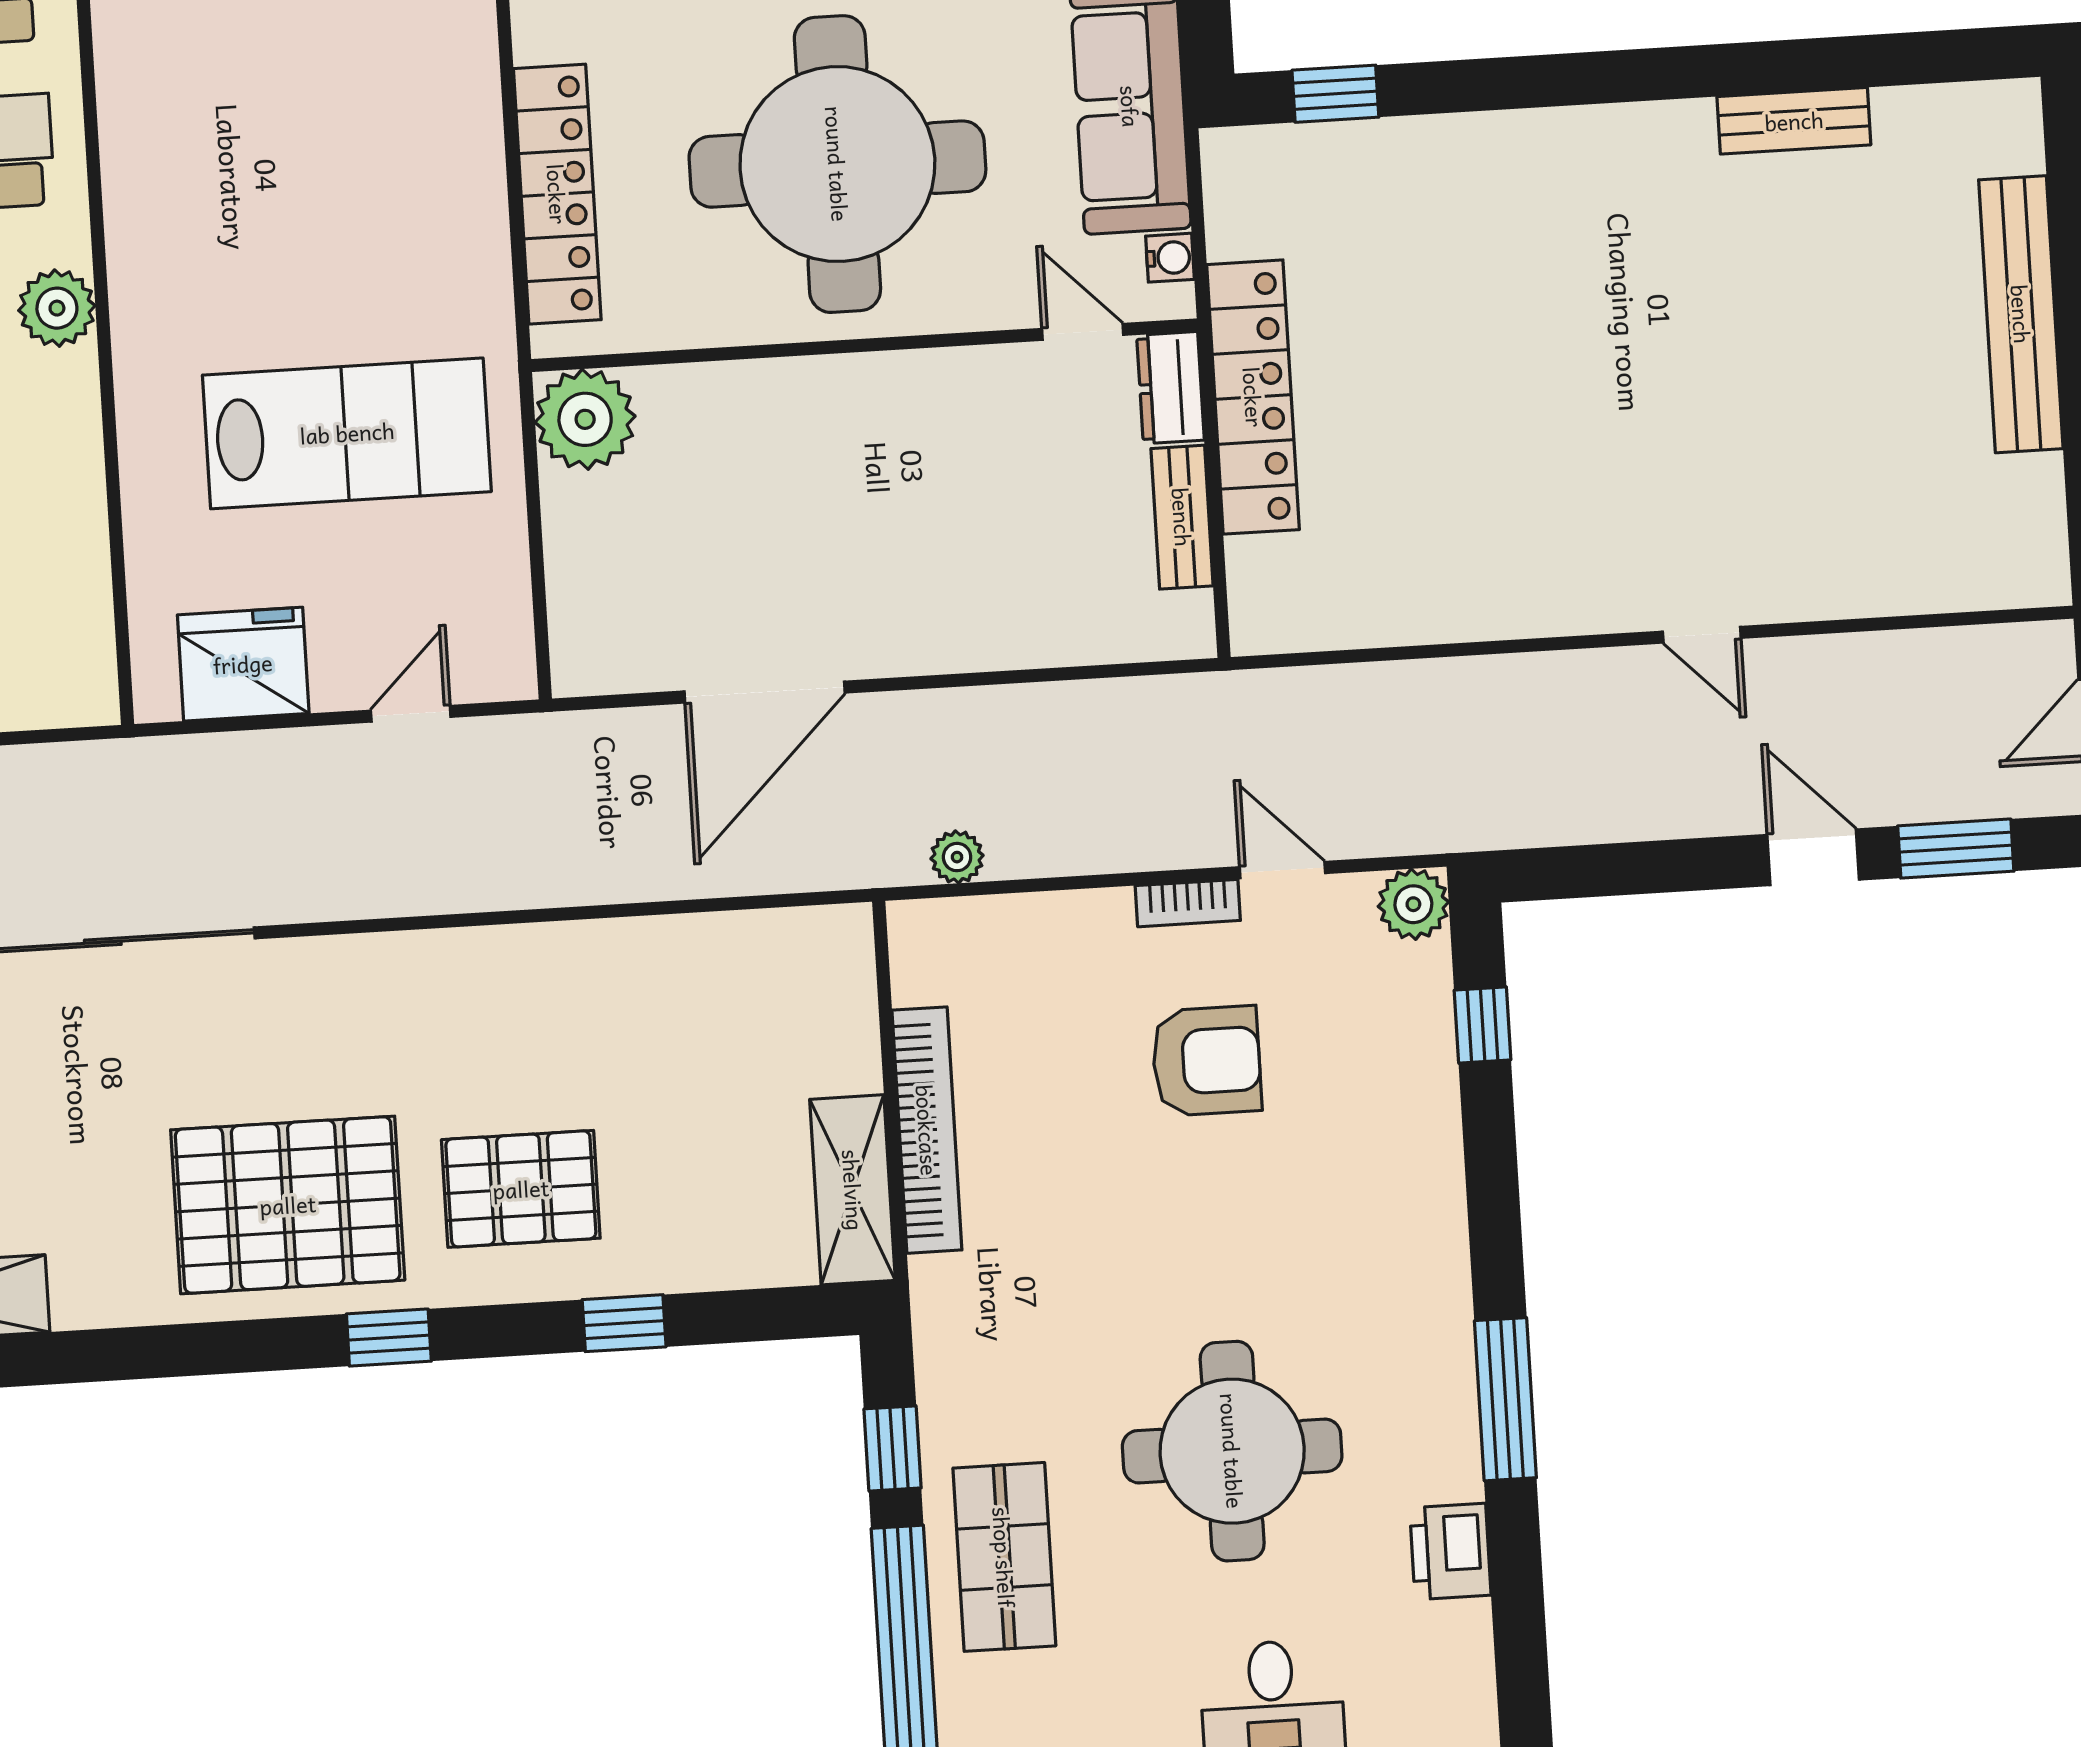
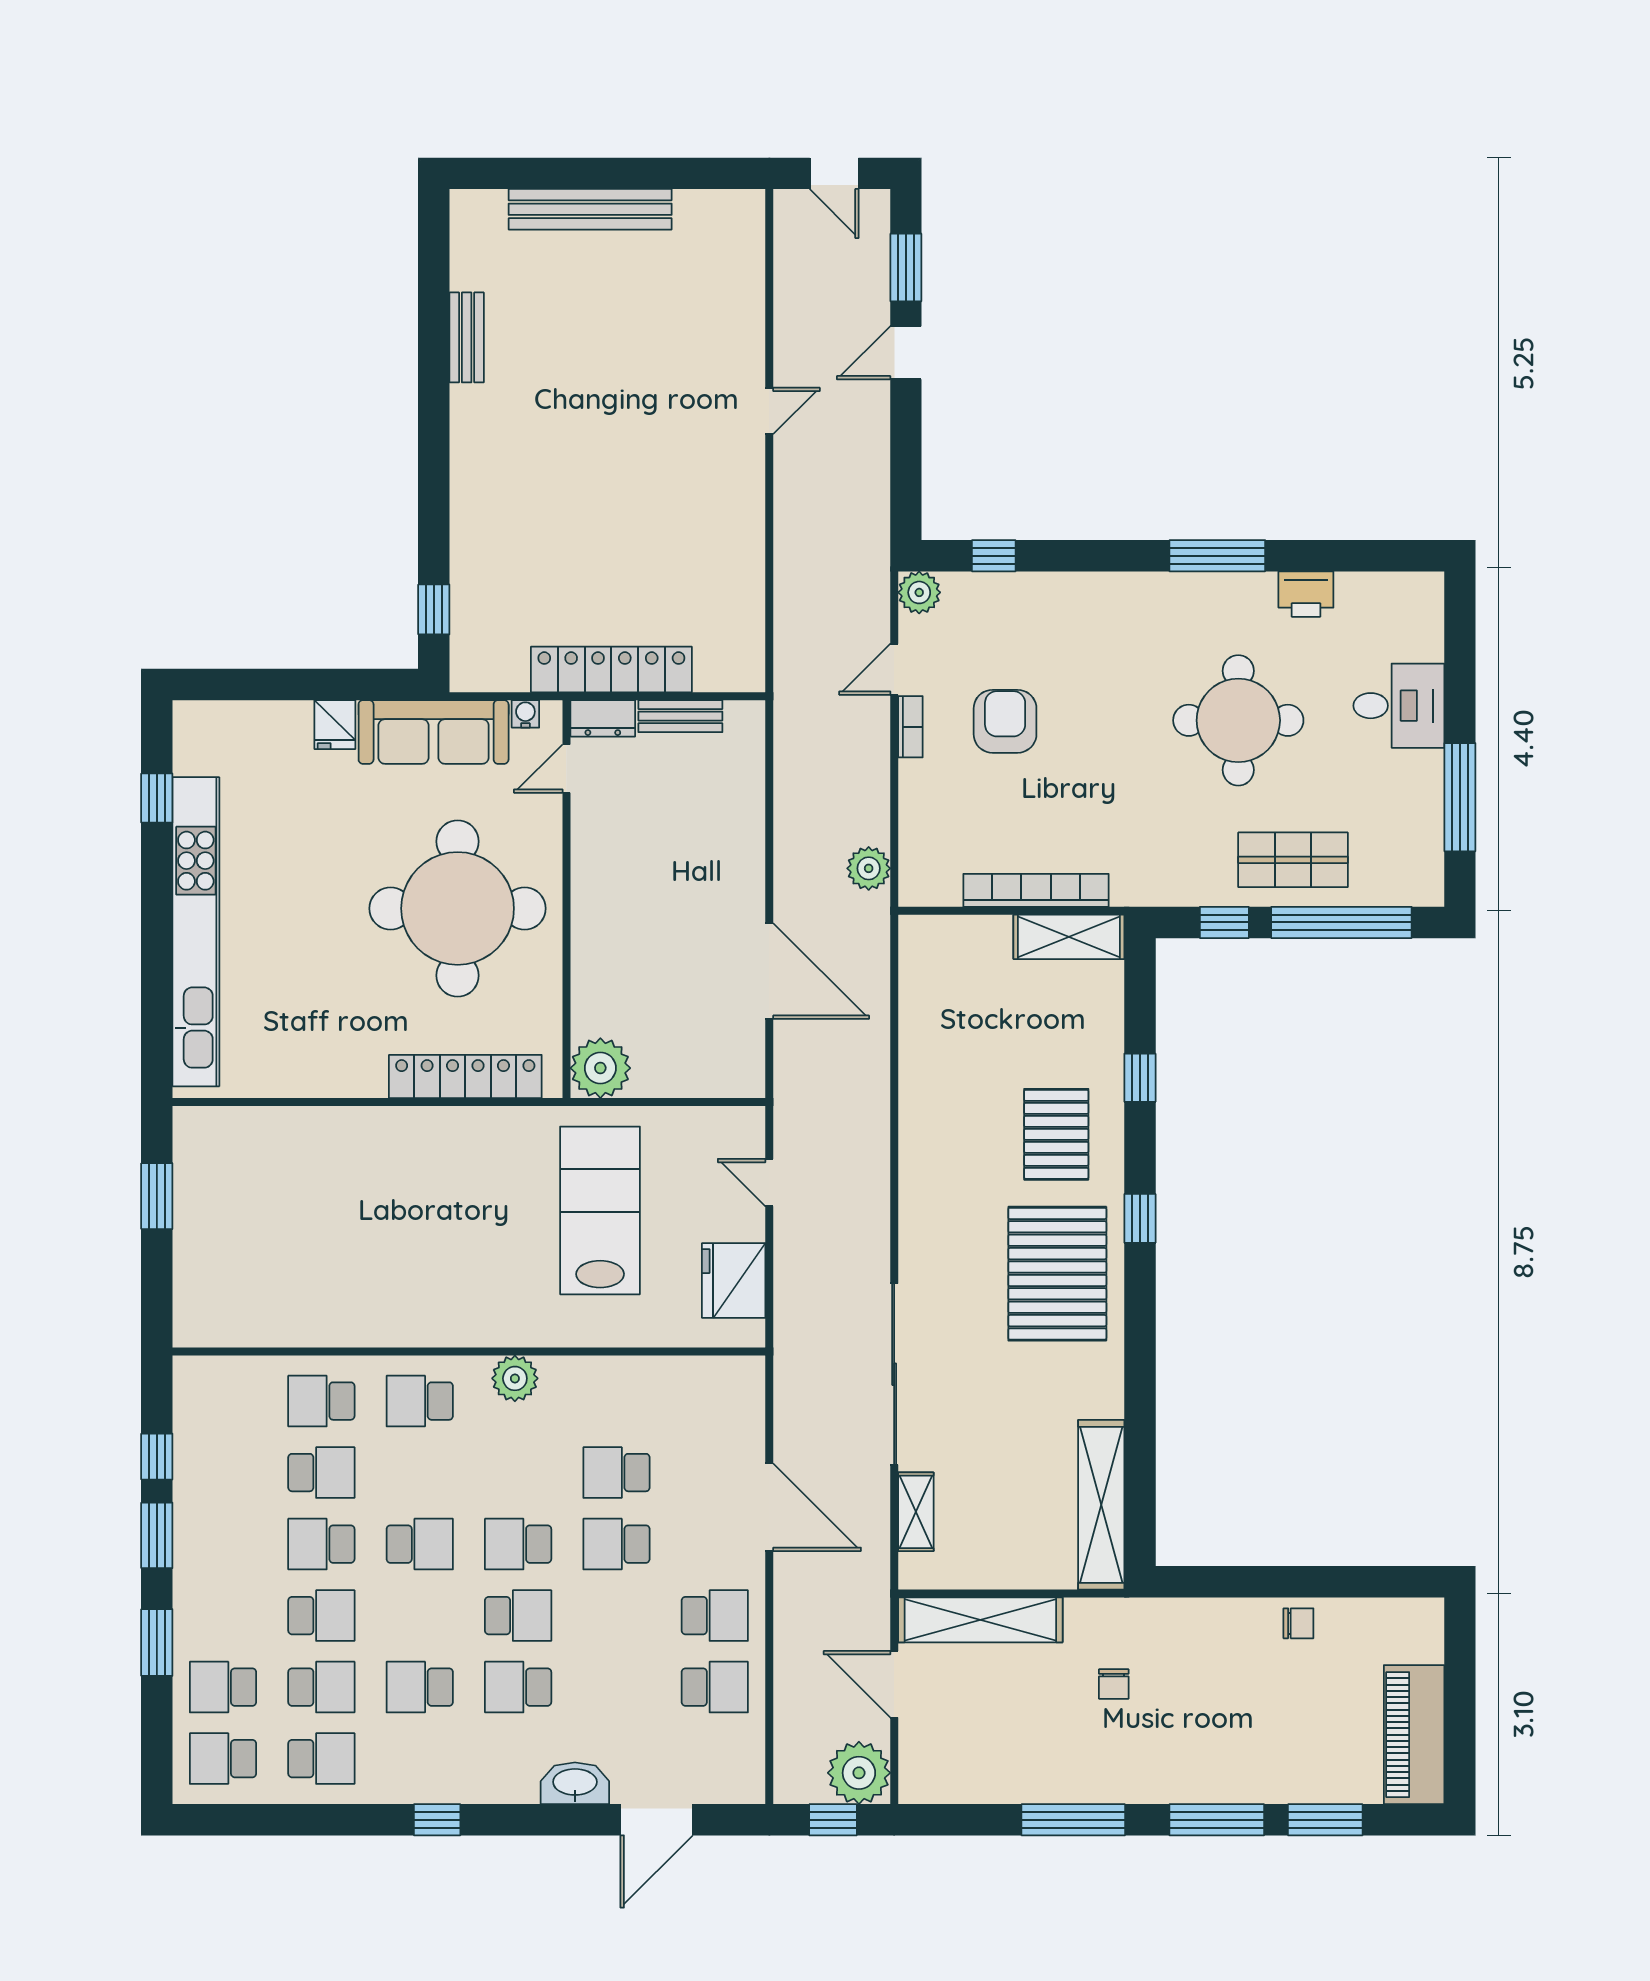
plant: (957, 857) -> (869, 868), width x1.38, depth x1.38

